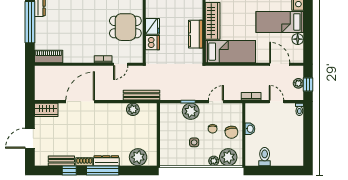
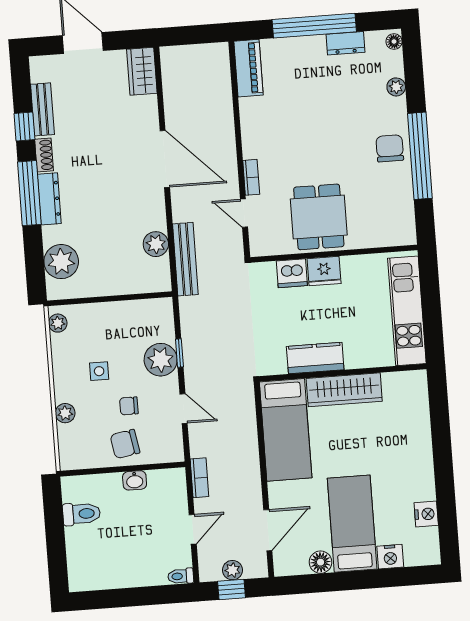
door: (80, 102) -> (165, 159), moved
plant: (228, 157) -> (58, 323), moved, width x0.53, depth x0.53

